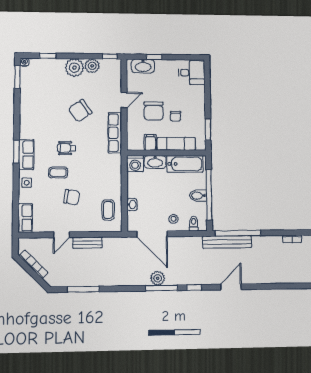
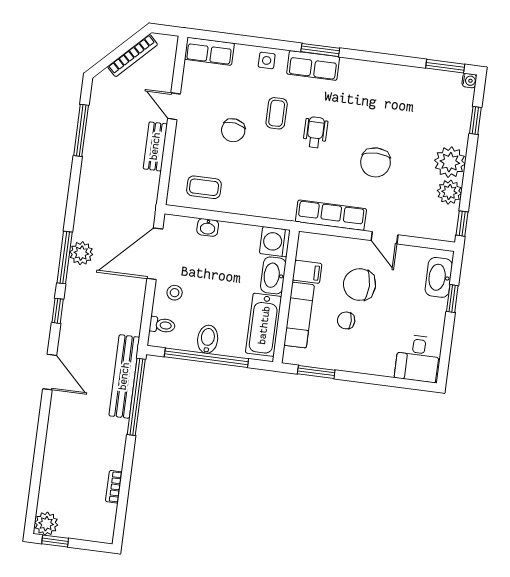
chair: (80, 111) -> (375, 162), turned -145

